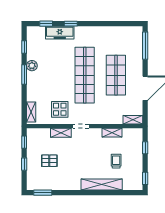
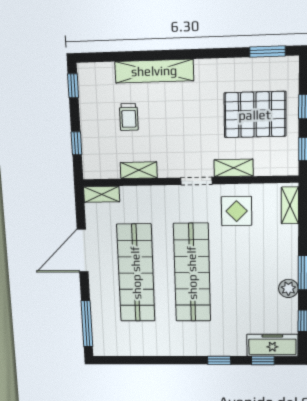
freezer: (60, 33) -> (272, 345), moved
shop shelf: (116, 75) -> (136, 273), width x1.40
pallet: (49, 161) -> (255, 115), width x2.05, depth x2.00

